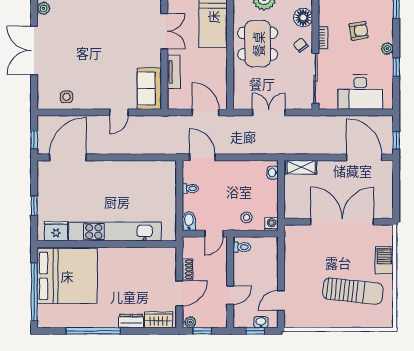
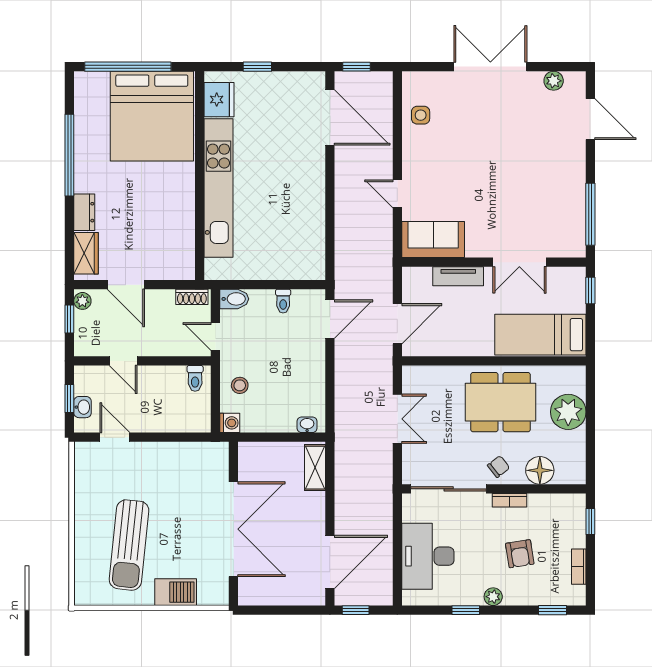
shoe rack: (187, 269) -> (192, 297), moved

